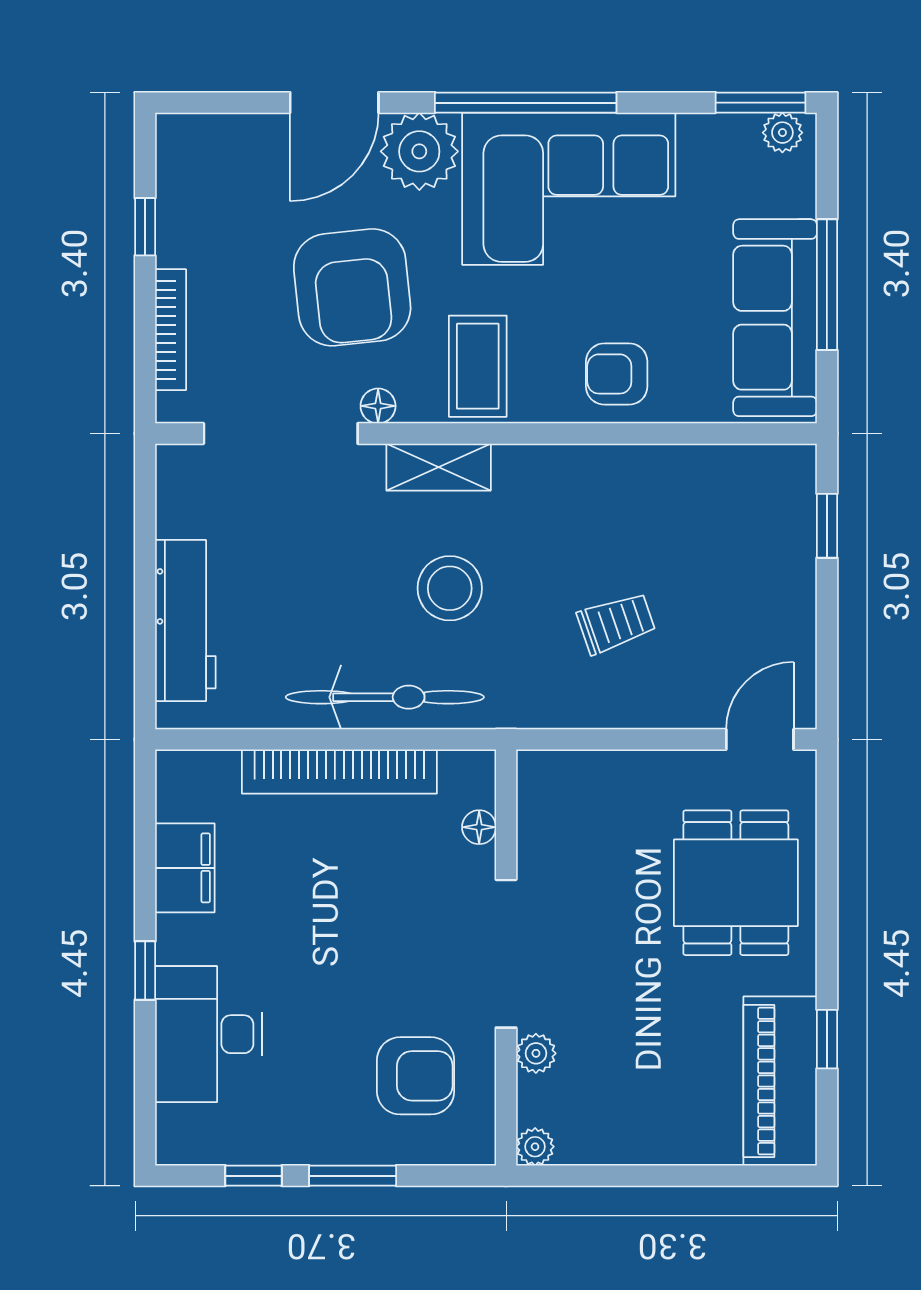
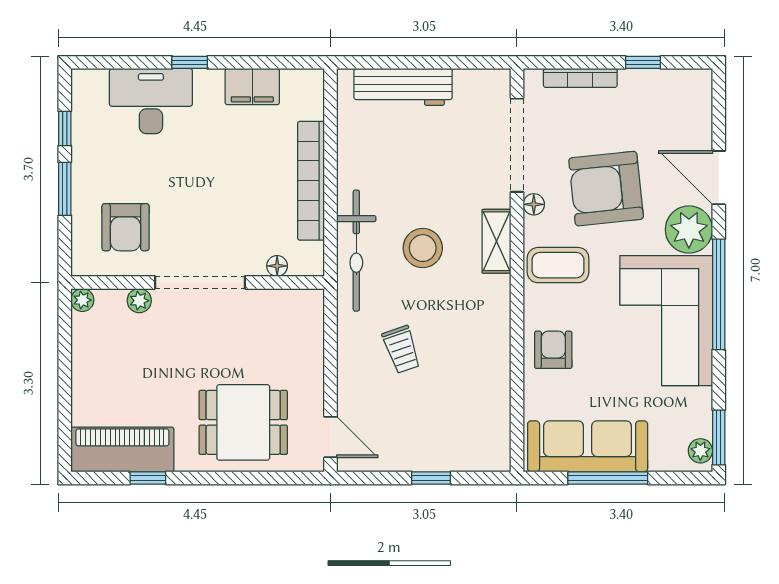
window: (827, 526) -> (431, 478), moved
bicycle: (385, 697) -> (356, 251), moved

